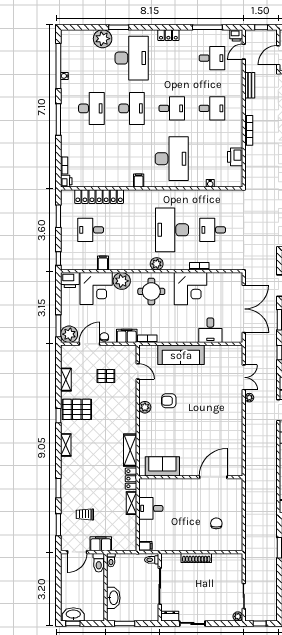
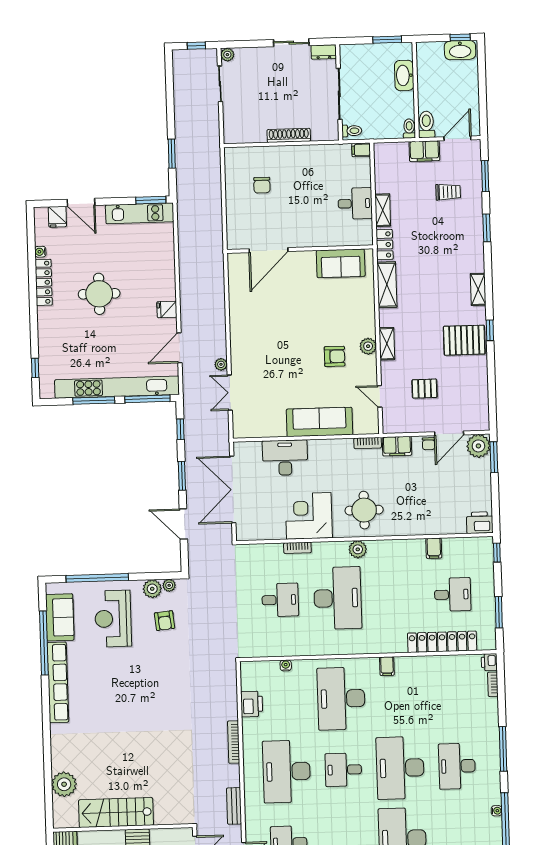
desk: (132, 108) -> (400, 768), width x1.36, depth x1.30
desk: (212, 108) -> (287, 771), width x1.87, depth x1.30
plant: (122, 281) -> (406, 524), removed
corner desk: (96, 289) -> (442, 512), removed
desk: (210, 330) -> (285, 458), width x1.37
shelving: (66, 380) -> (387, 344), moved

